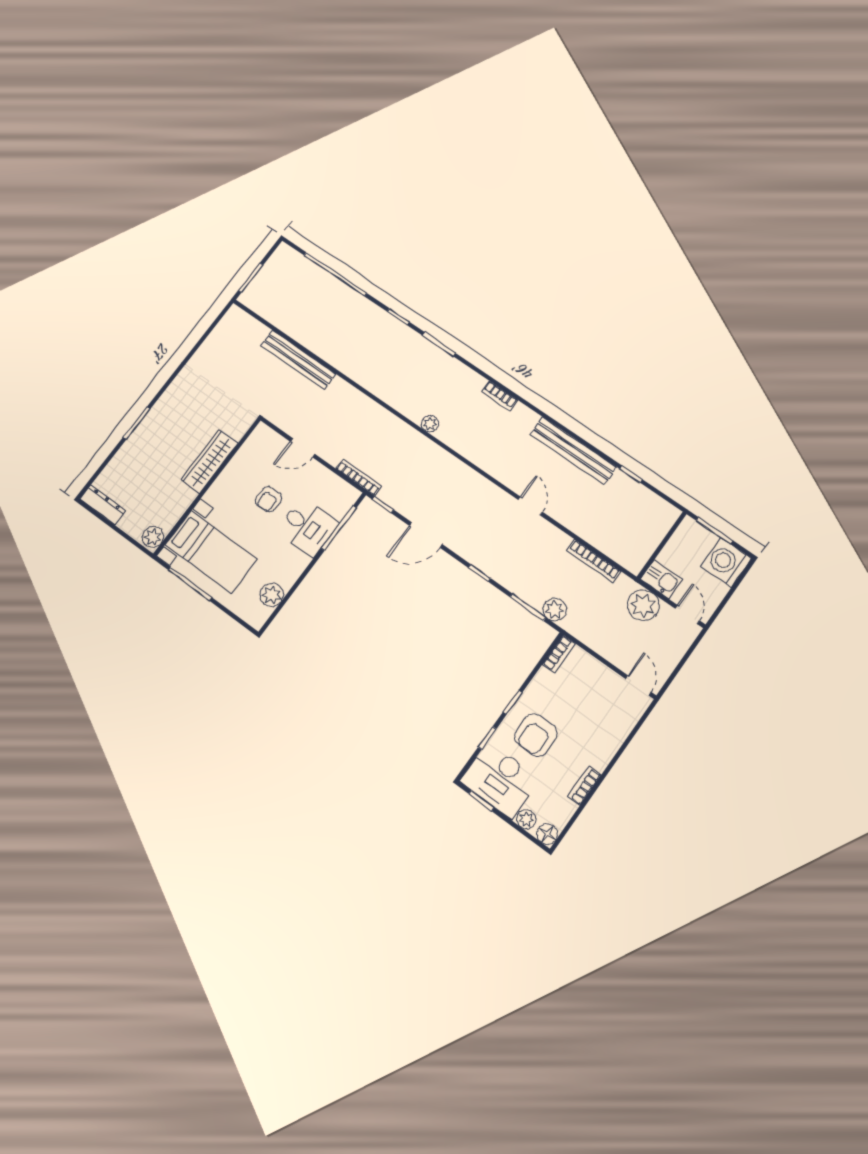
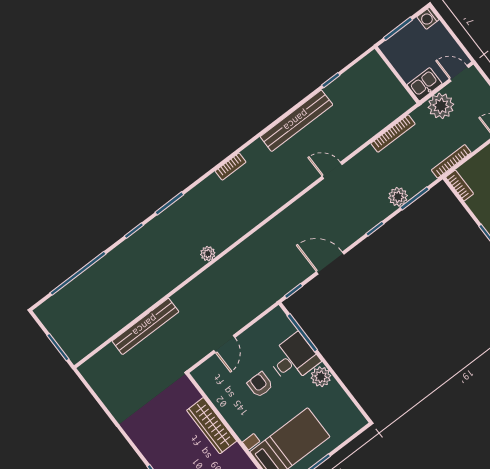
plant: (430, 424) -> (208, 254), moved
bookcase: (359, 477) -> (451, 161), moved
armchair: (269, 499) -> (260, 385), turned 180
door: (426, 535) -> (330, 263), swing flipped
washing machine: (726, 562) -> (428, 18), width x0.53, depth x0.53
plant: (272, 595) -> (321, 377), moved
plant: (555, 610) -> (398, 197), moved

